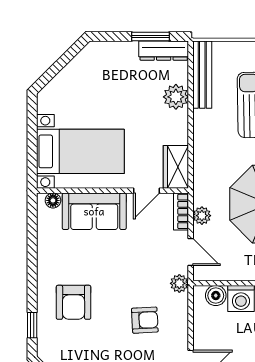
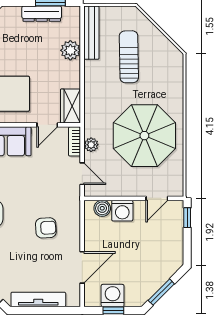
dresser: (164, 51) -> (42, 14), moved
plant: (179, 283) -> (73, 199), removed

